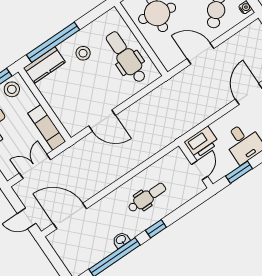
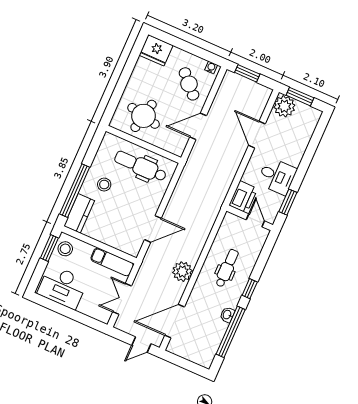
plant: (105, 176) -> (182, 272), added

